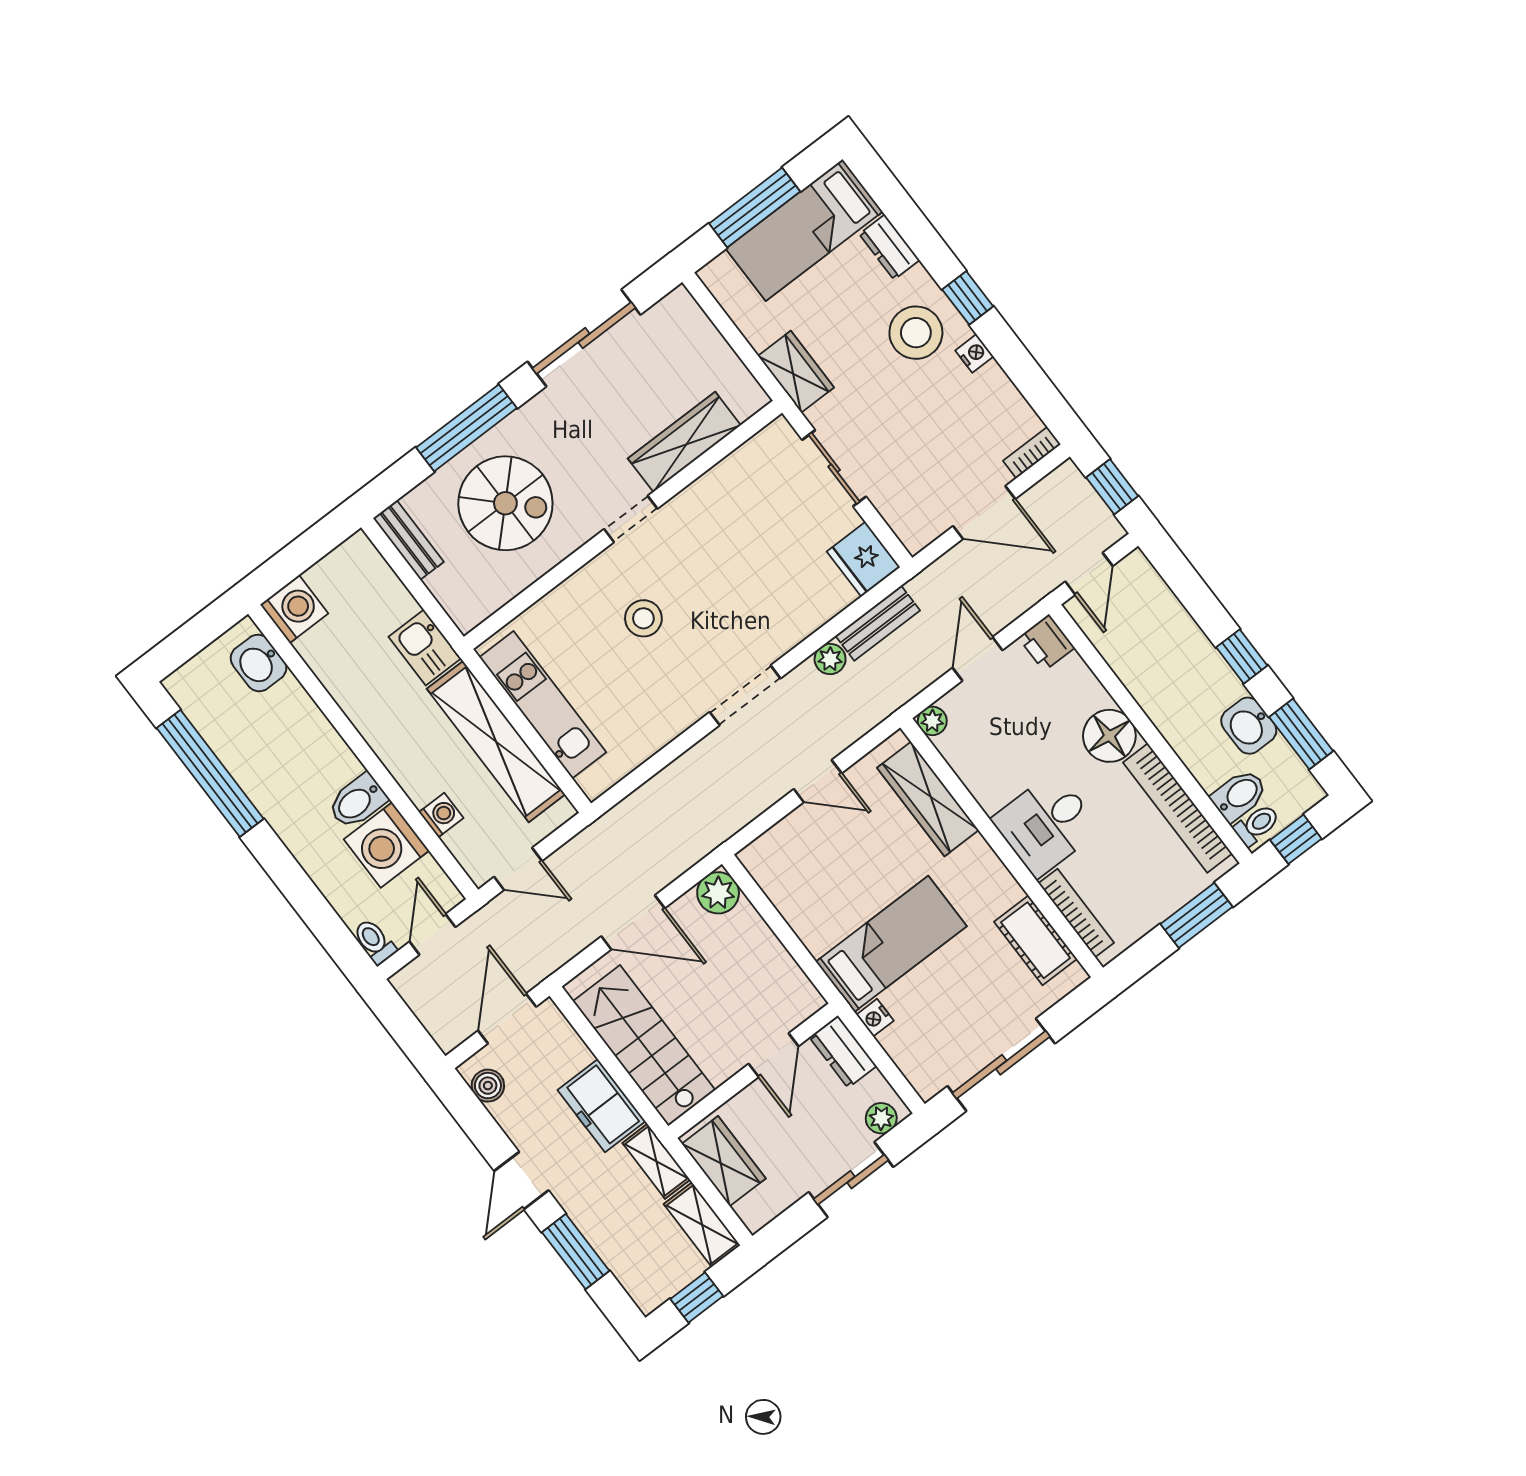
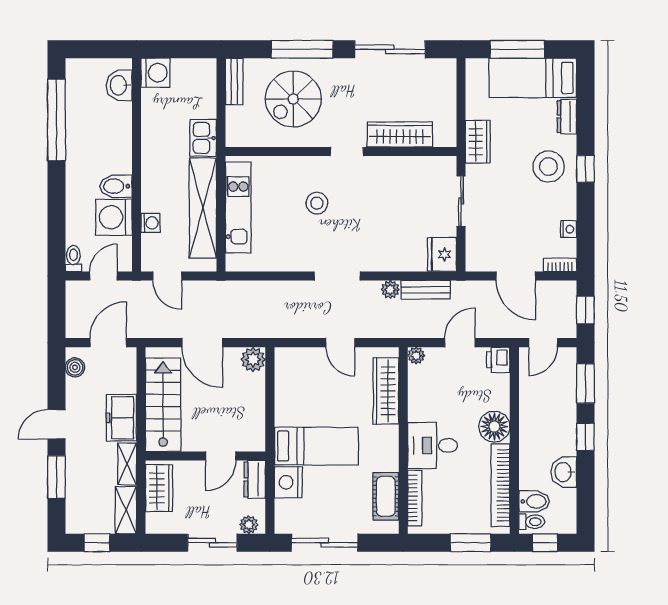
nightstand: (974, 353) -> (569, 229), moved
spiral stairs: (505, 503) -> (293, 99), turned 90
window: (1301, 734) -> (585, 383), moved
nightstand: (875, 1018) -> (288, 482), width x1.89, depth x1.79

